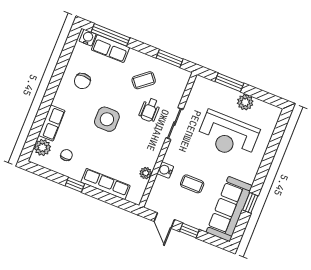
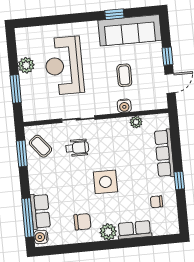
coffee table: (144, 80) -> (40, 146), moved
reception desk: (228, 135) -> (64, 66), turned 180
plant: (42, 148) -> (108, 232), moved

